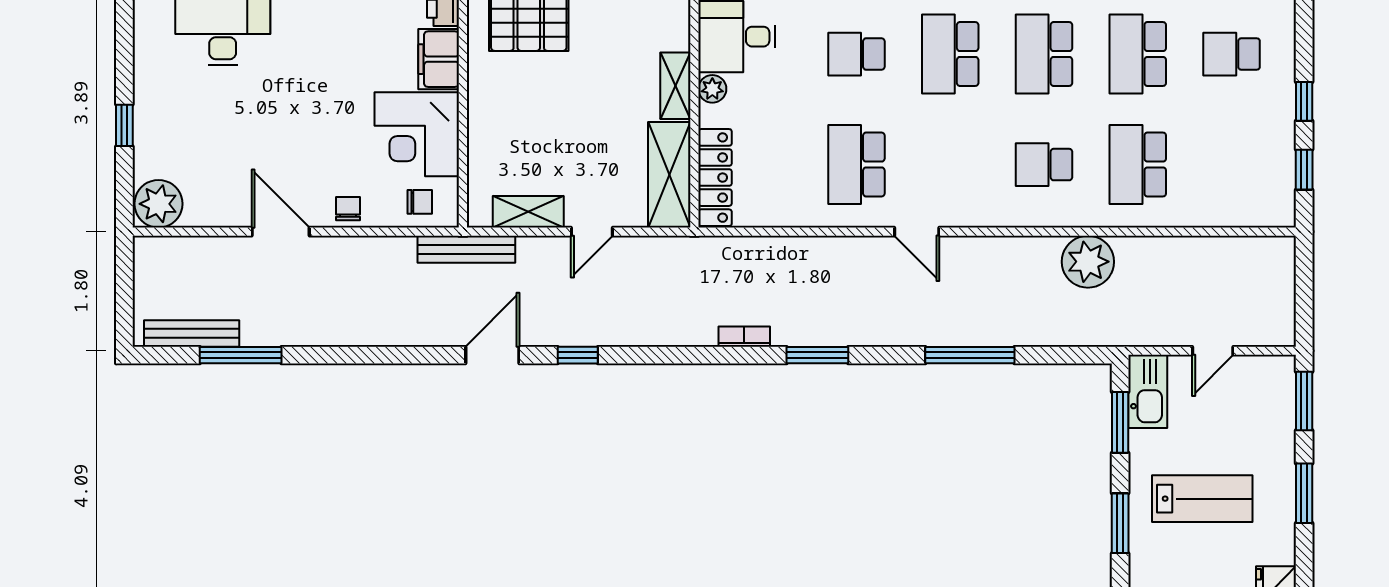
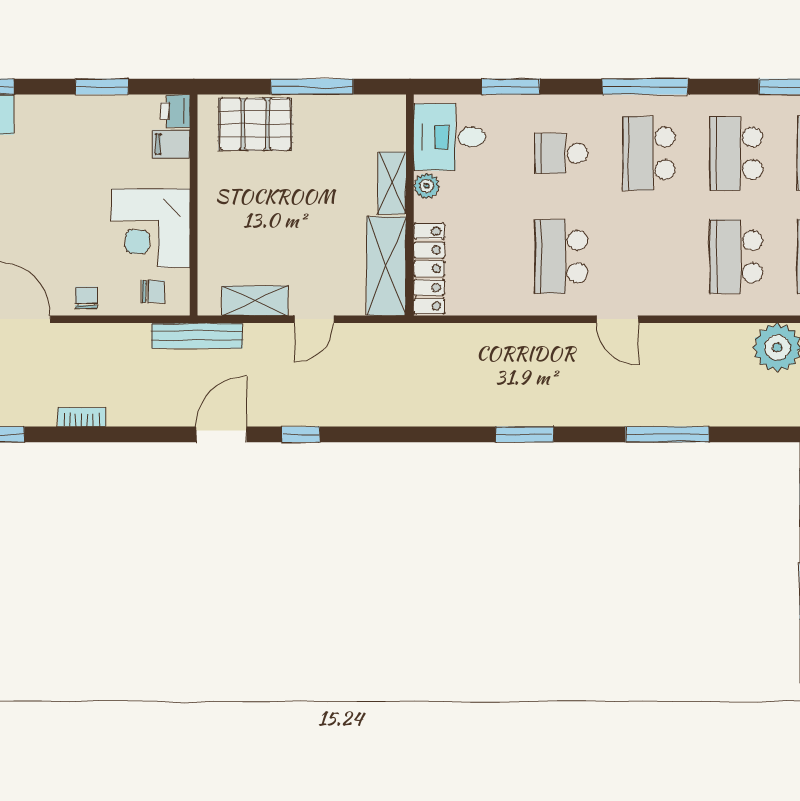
filing cabinet: (439, 59) -> (171, 144), width x0.50
school desk: (1044, 165) -> (736, 257), width x1.85
bookcase: (744, 337) -> (82, 417), moved

